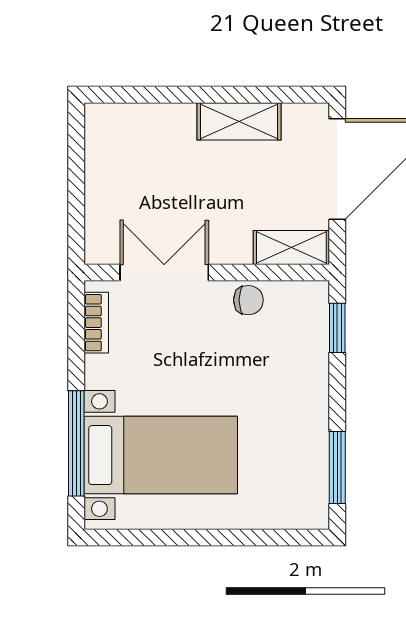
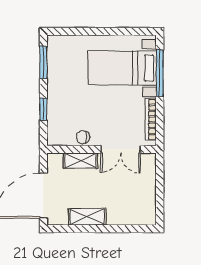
shelving: (291, 248) -> (80, 161), moved
bookcase: (96, 323) -> (151, 119), width x1.56
window: (337, 328) -> (43, 109), moved

